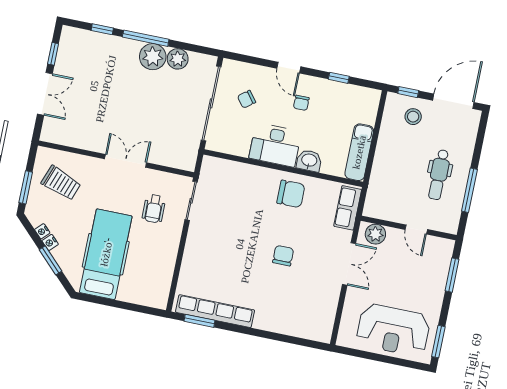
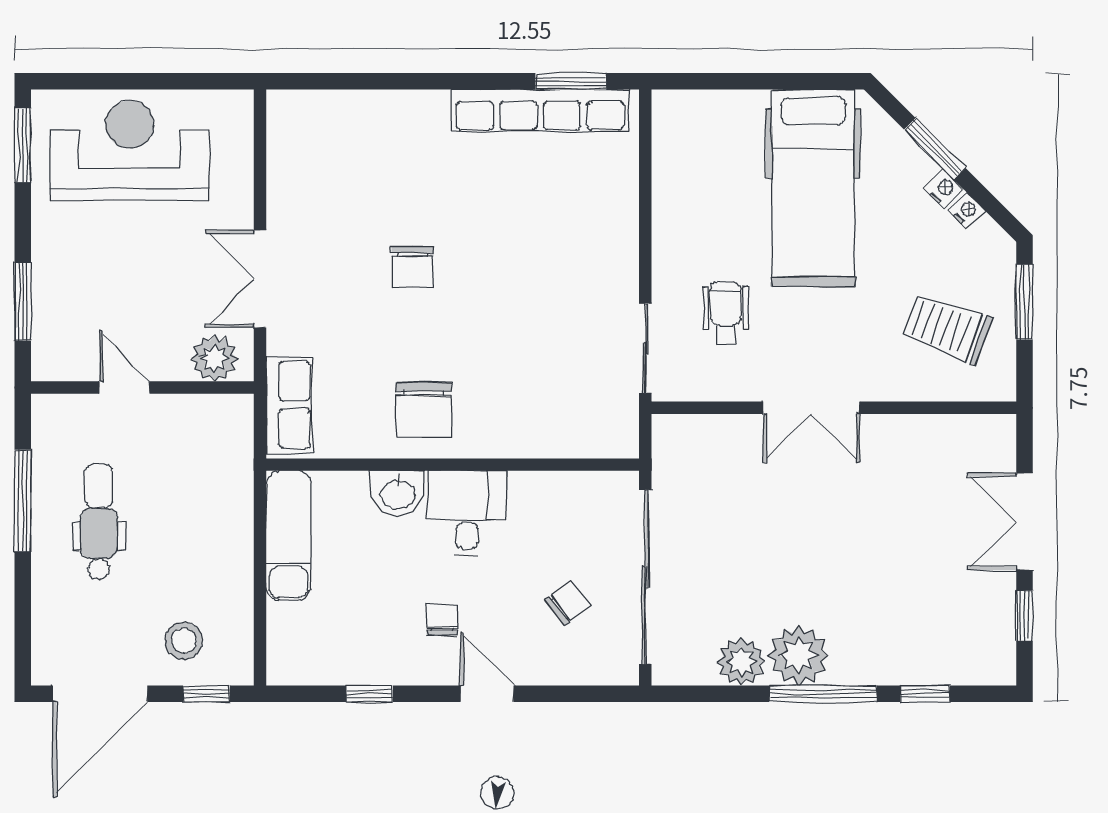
desk: (275, 145) -> (467, 513), width x0.73
chair: (291, 194) -> (424, 410), turned -90

